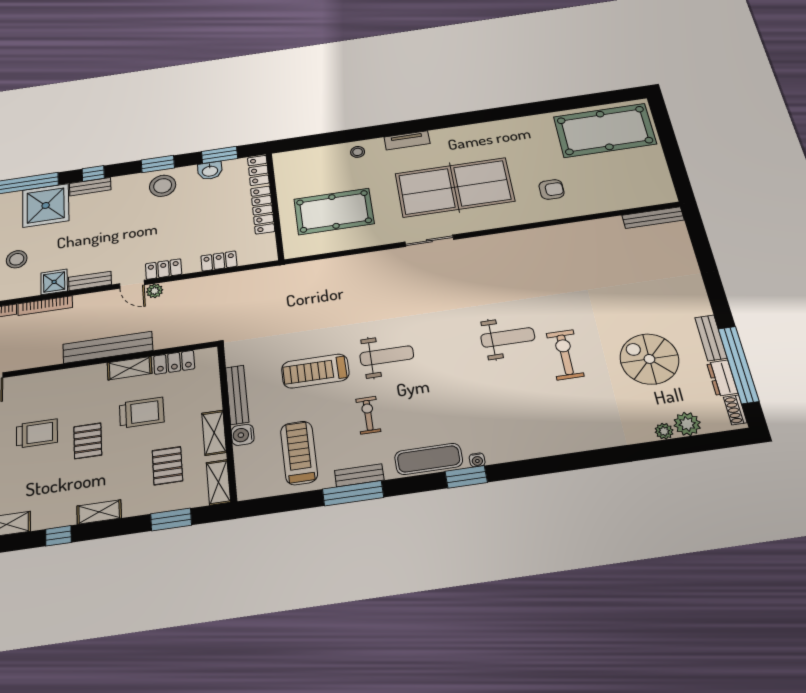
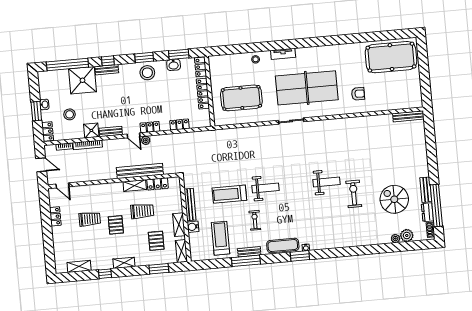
bench: (108, 347) -> (140, 171), moved

